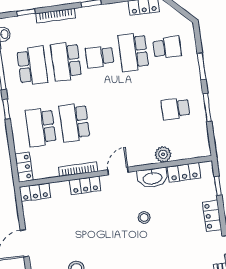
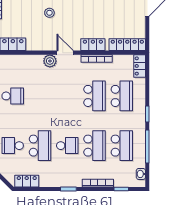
school desk: (32, 66) -> (122, 146), turned 180
plant: (163, 154) -> (50, 61), moved
door: (118, 171) -> (65, 53), swing flipped
washbasin: (152, 178) -> (38, 43), removed
locker: (35, 192) -> (127, 45), width x1.53

